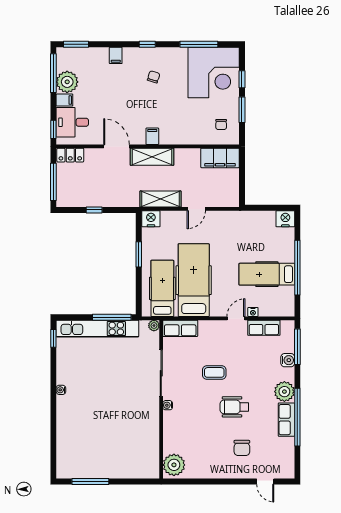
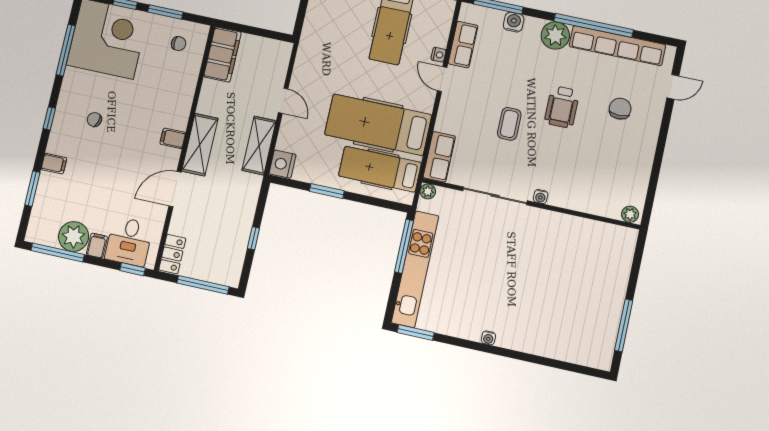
window: (76, 44) -> (32, 189), moved
window: (53, 338) -> (416, 332), width x1.50
row of seats: (286, 420) -> (617, 46), width x2.02
chair: (242, 448) -> (620, 109), turned -90
plant: (174, 465) -> (630, 214), width x0.53, depth x0.53

